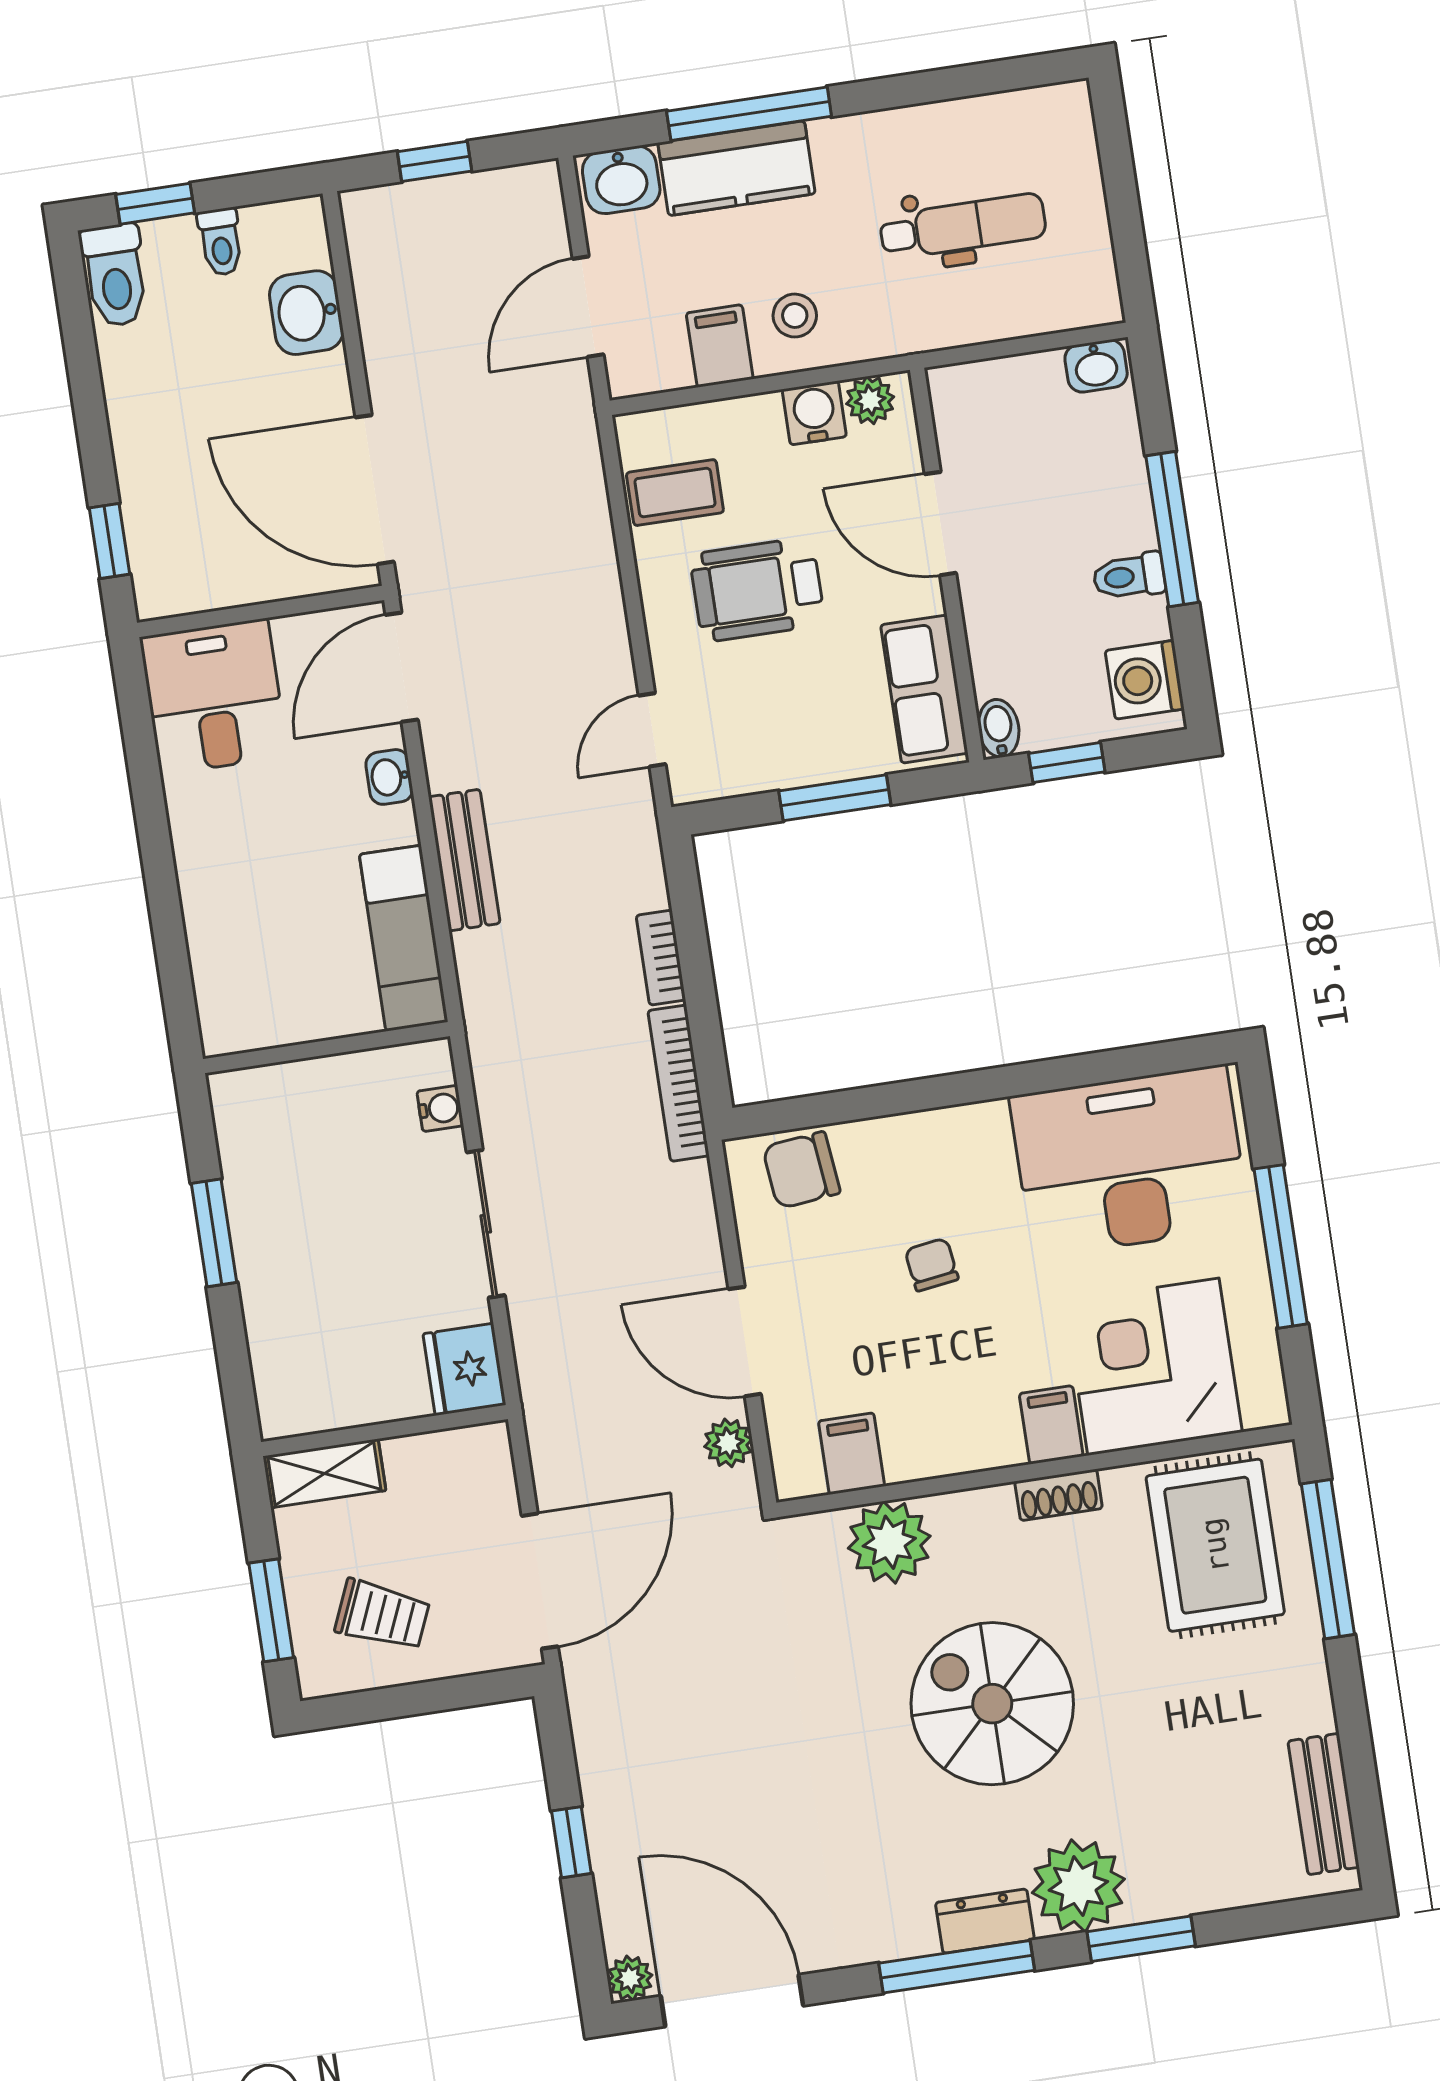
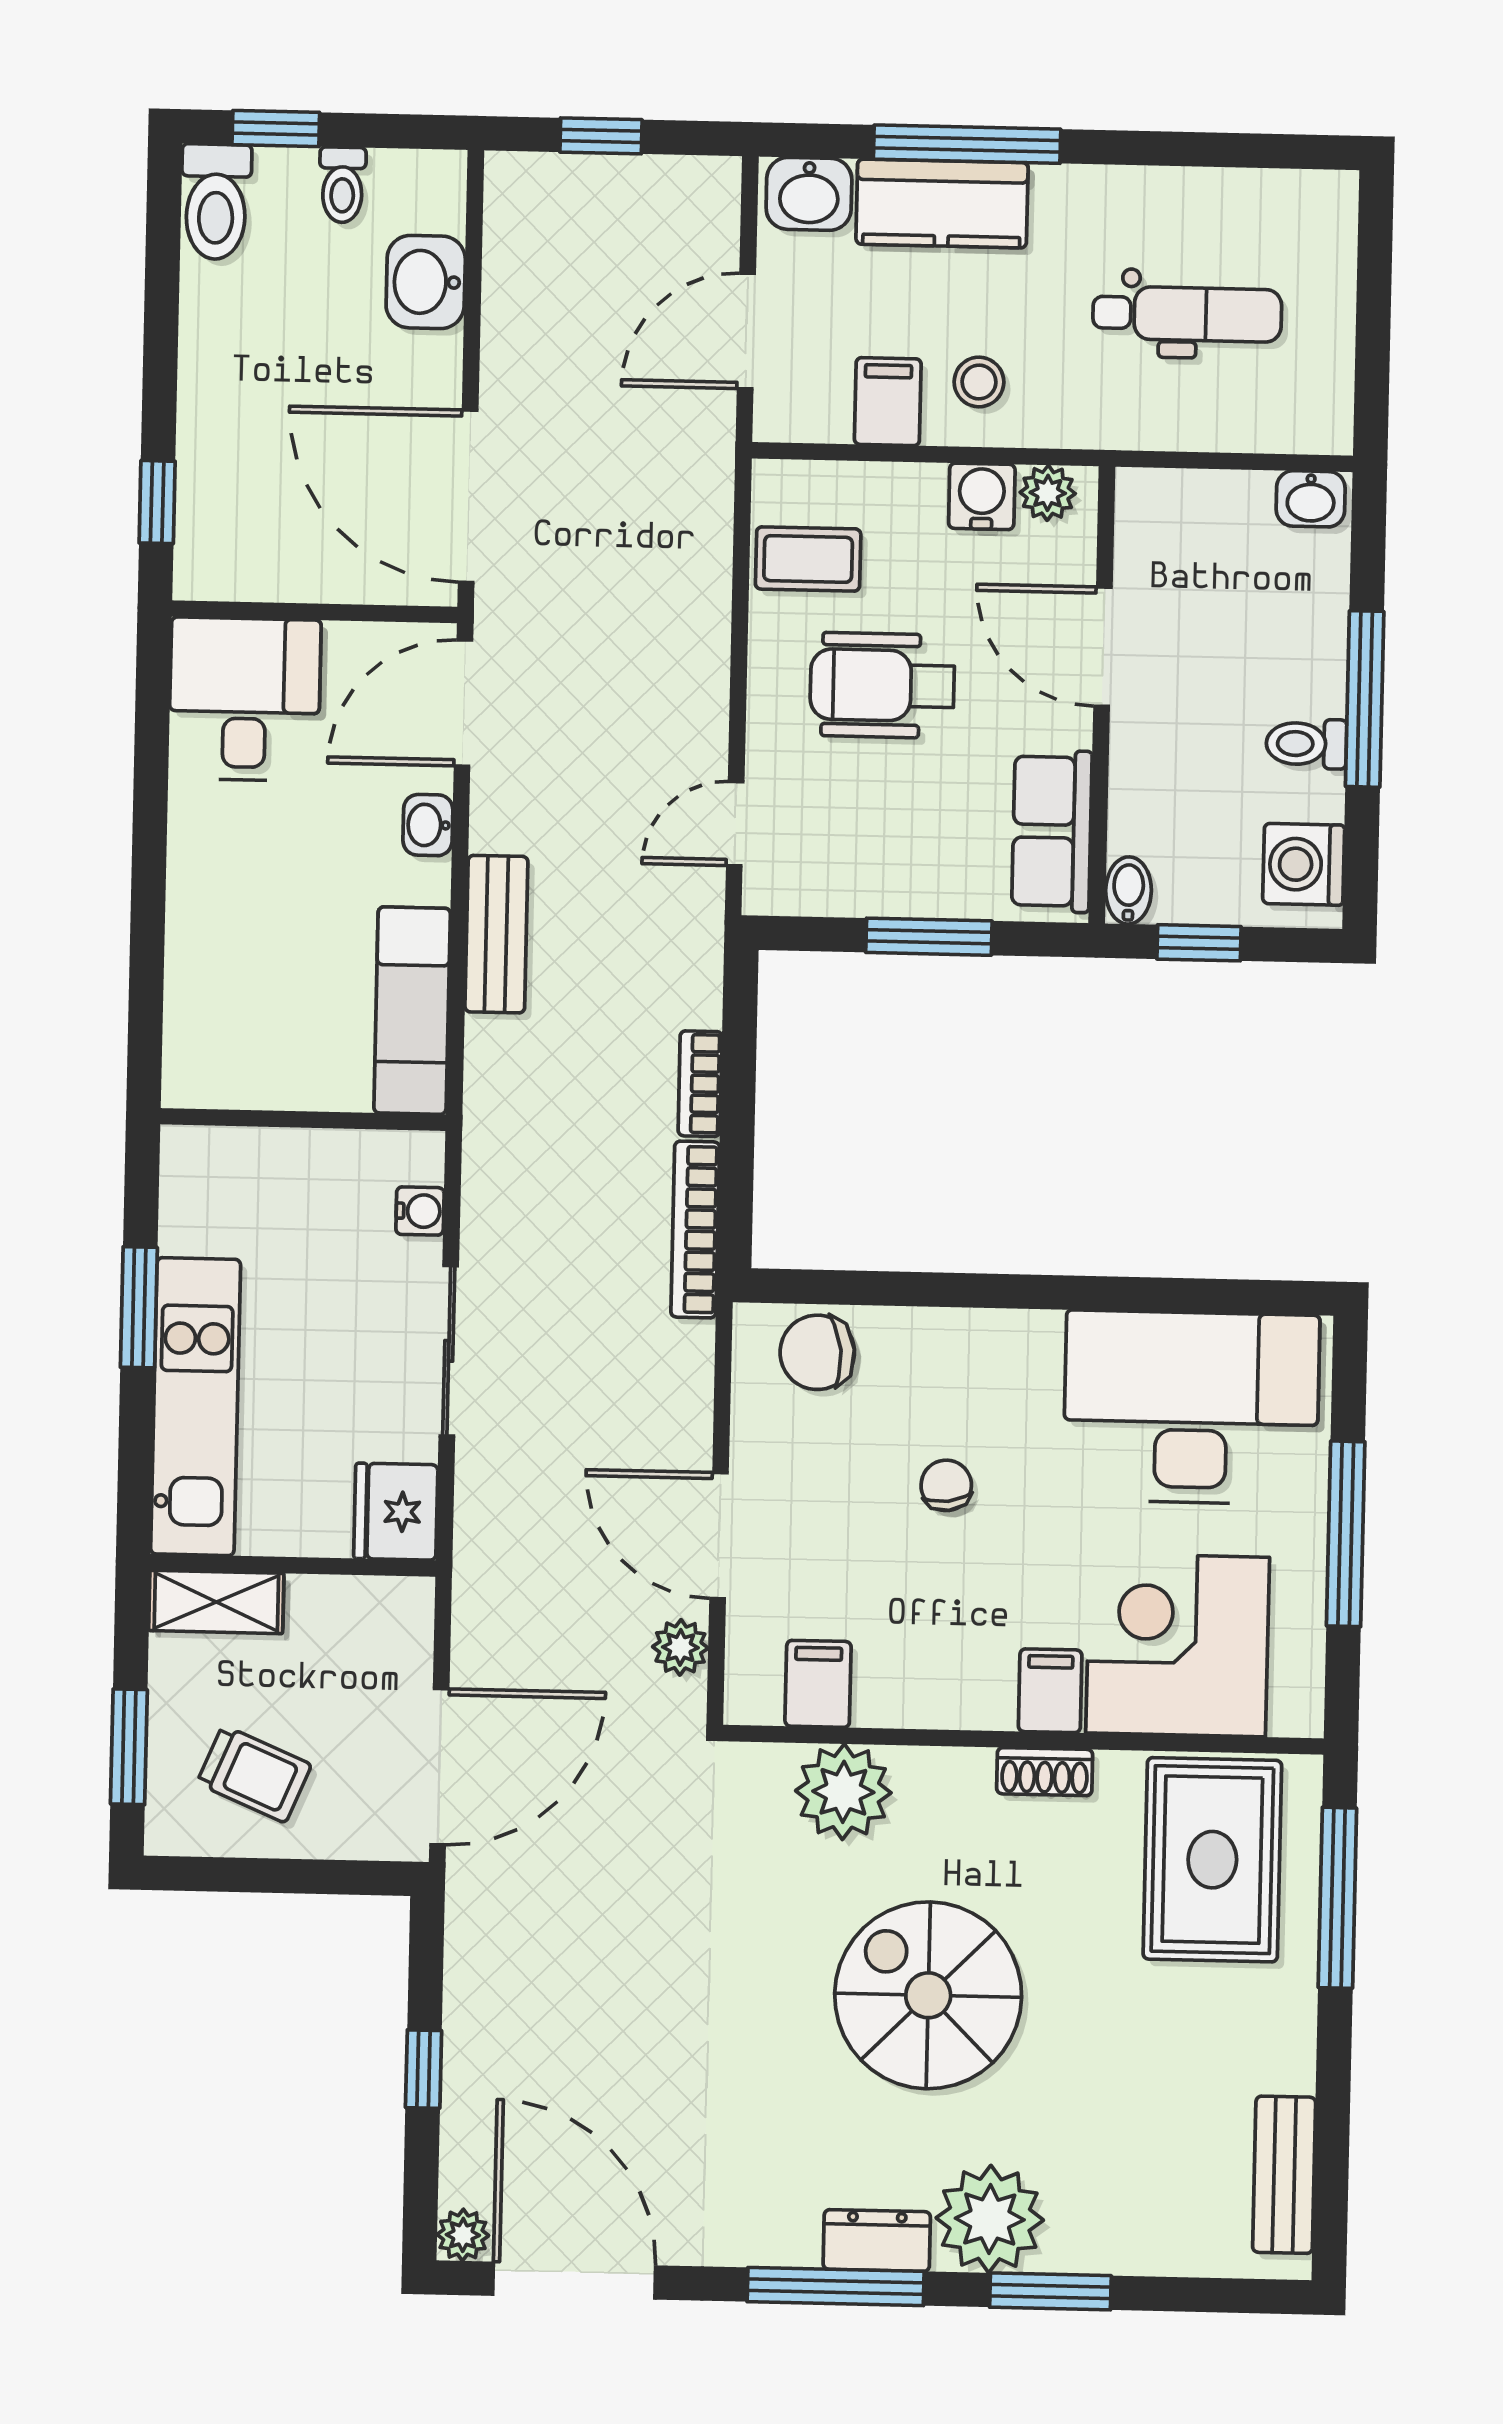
kitchen unit: (277, 1309) -> (196, 1407), added

